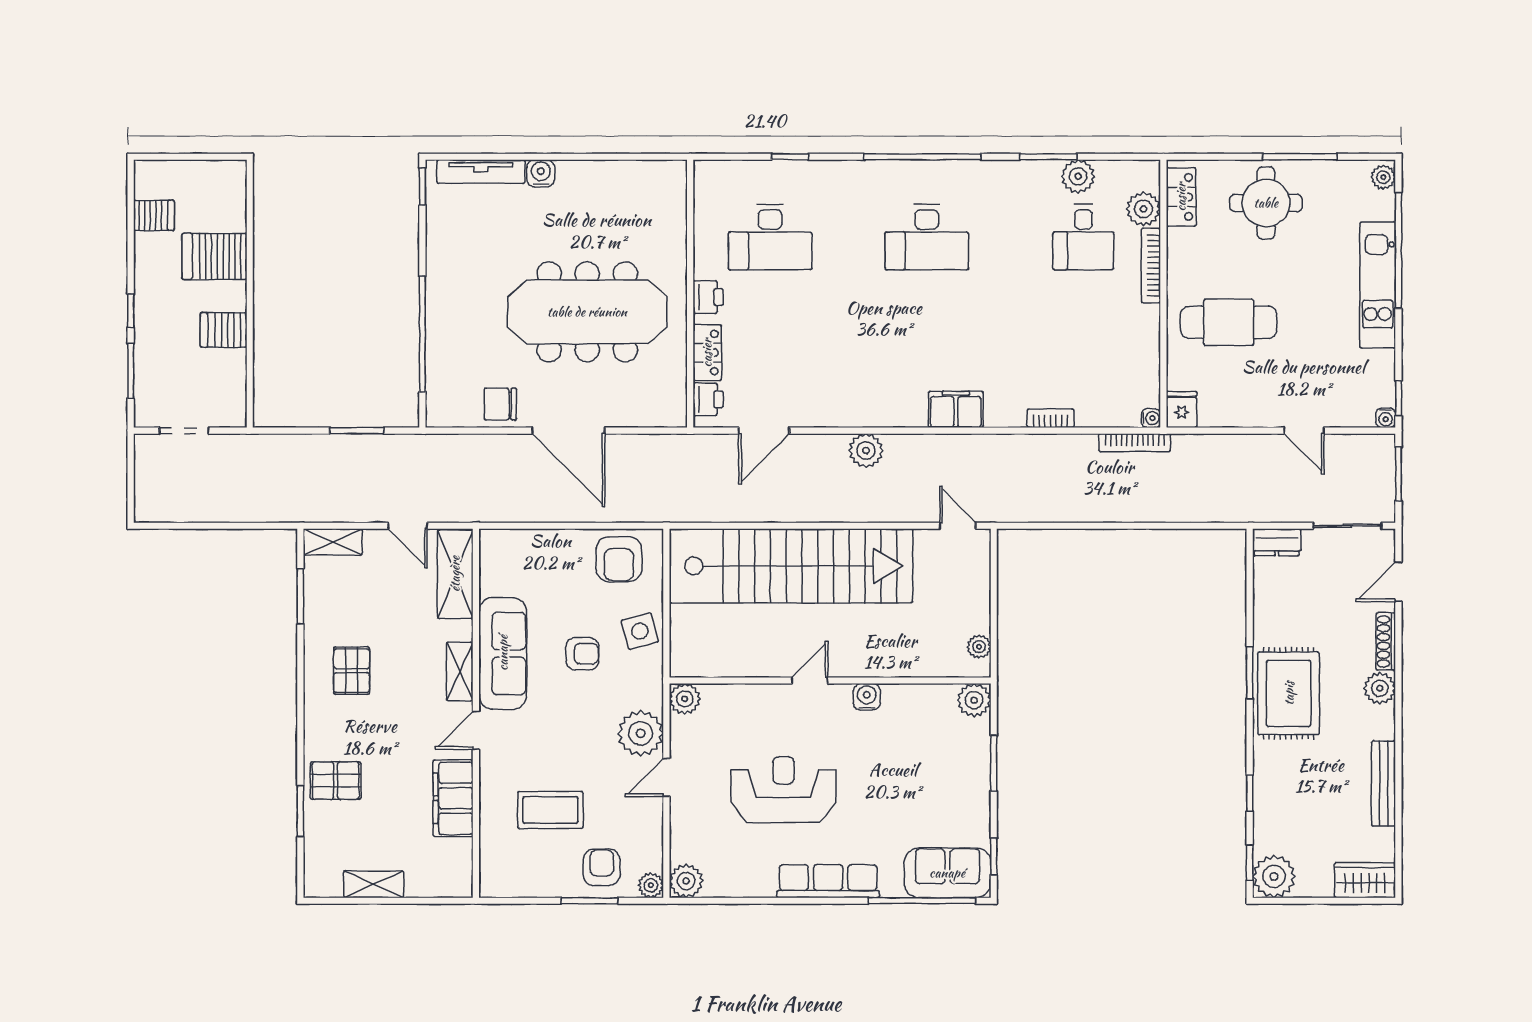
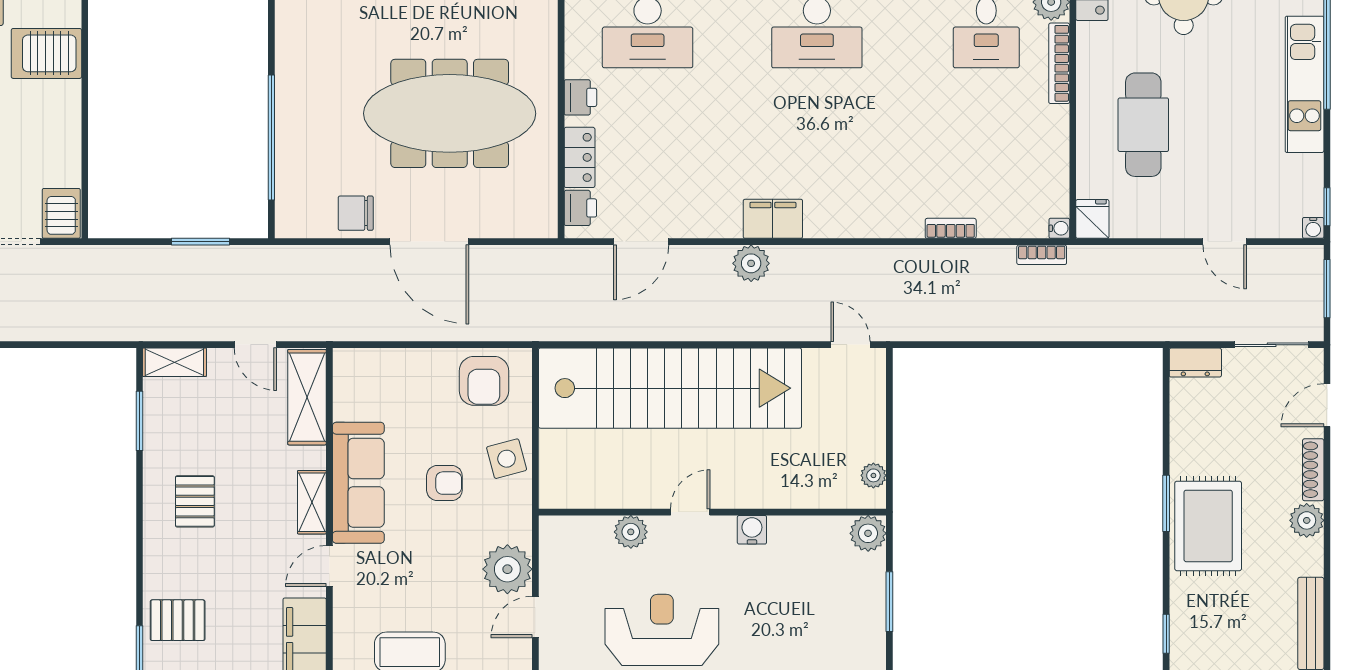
cafe table: (1229, 322) -> (1143, 125), turned 90
server rack: (224, 330) -> (61, 213), moved, turned 90
filing cabinet: (956, 409) -> (773, 219), moved
bookcase: (1135, 443) -> (1042, 255), width x0.64
plant: (685, 699) -> (631, 532), moved

